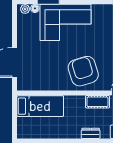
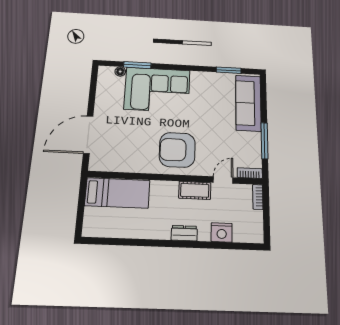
plant: (25, 9) -> (108, 72), removed
armchair: (83, 71) -> (177, 150), turned -73

